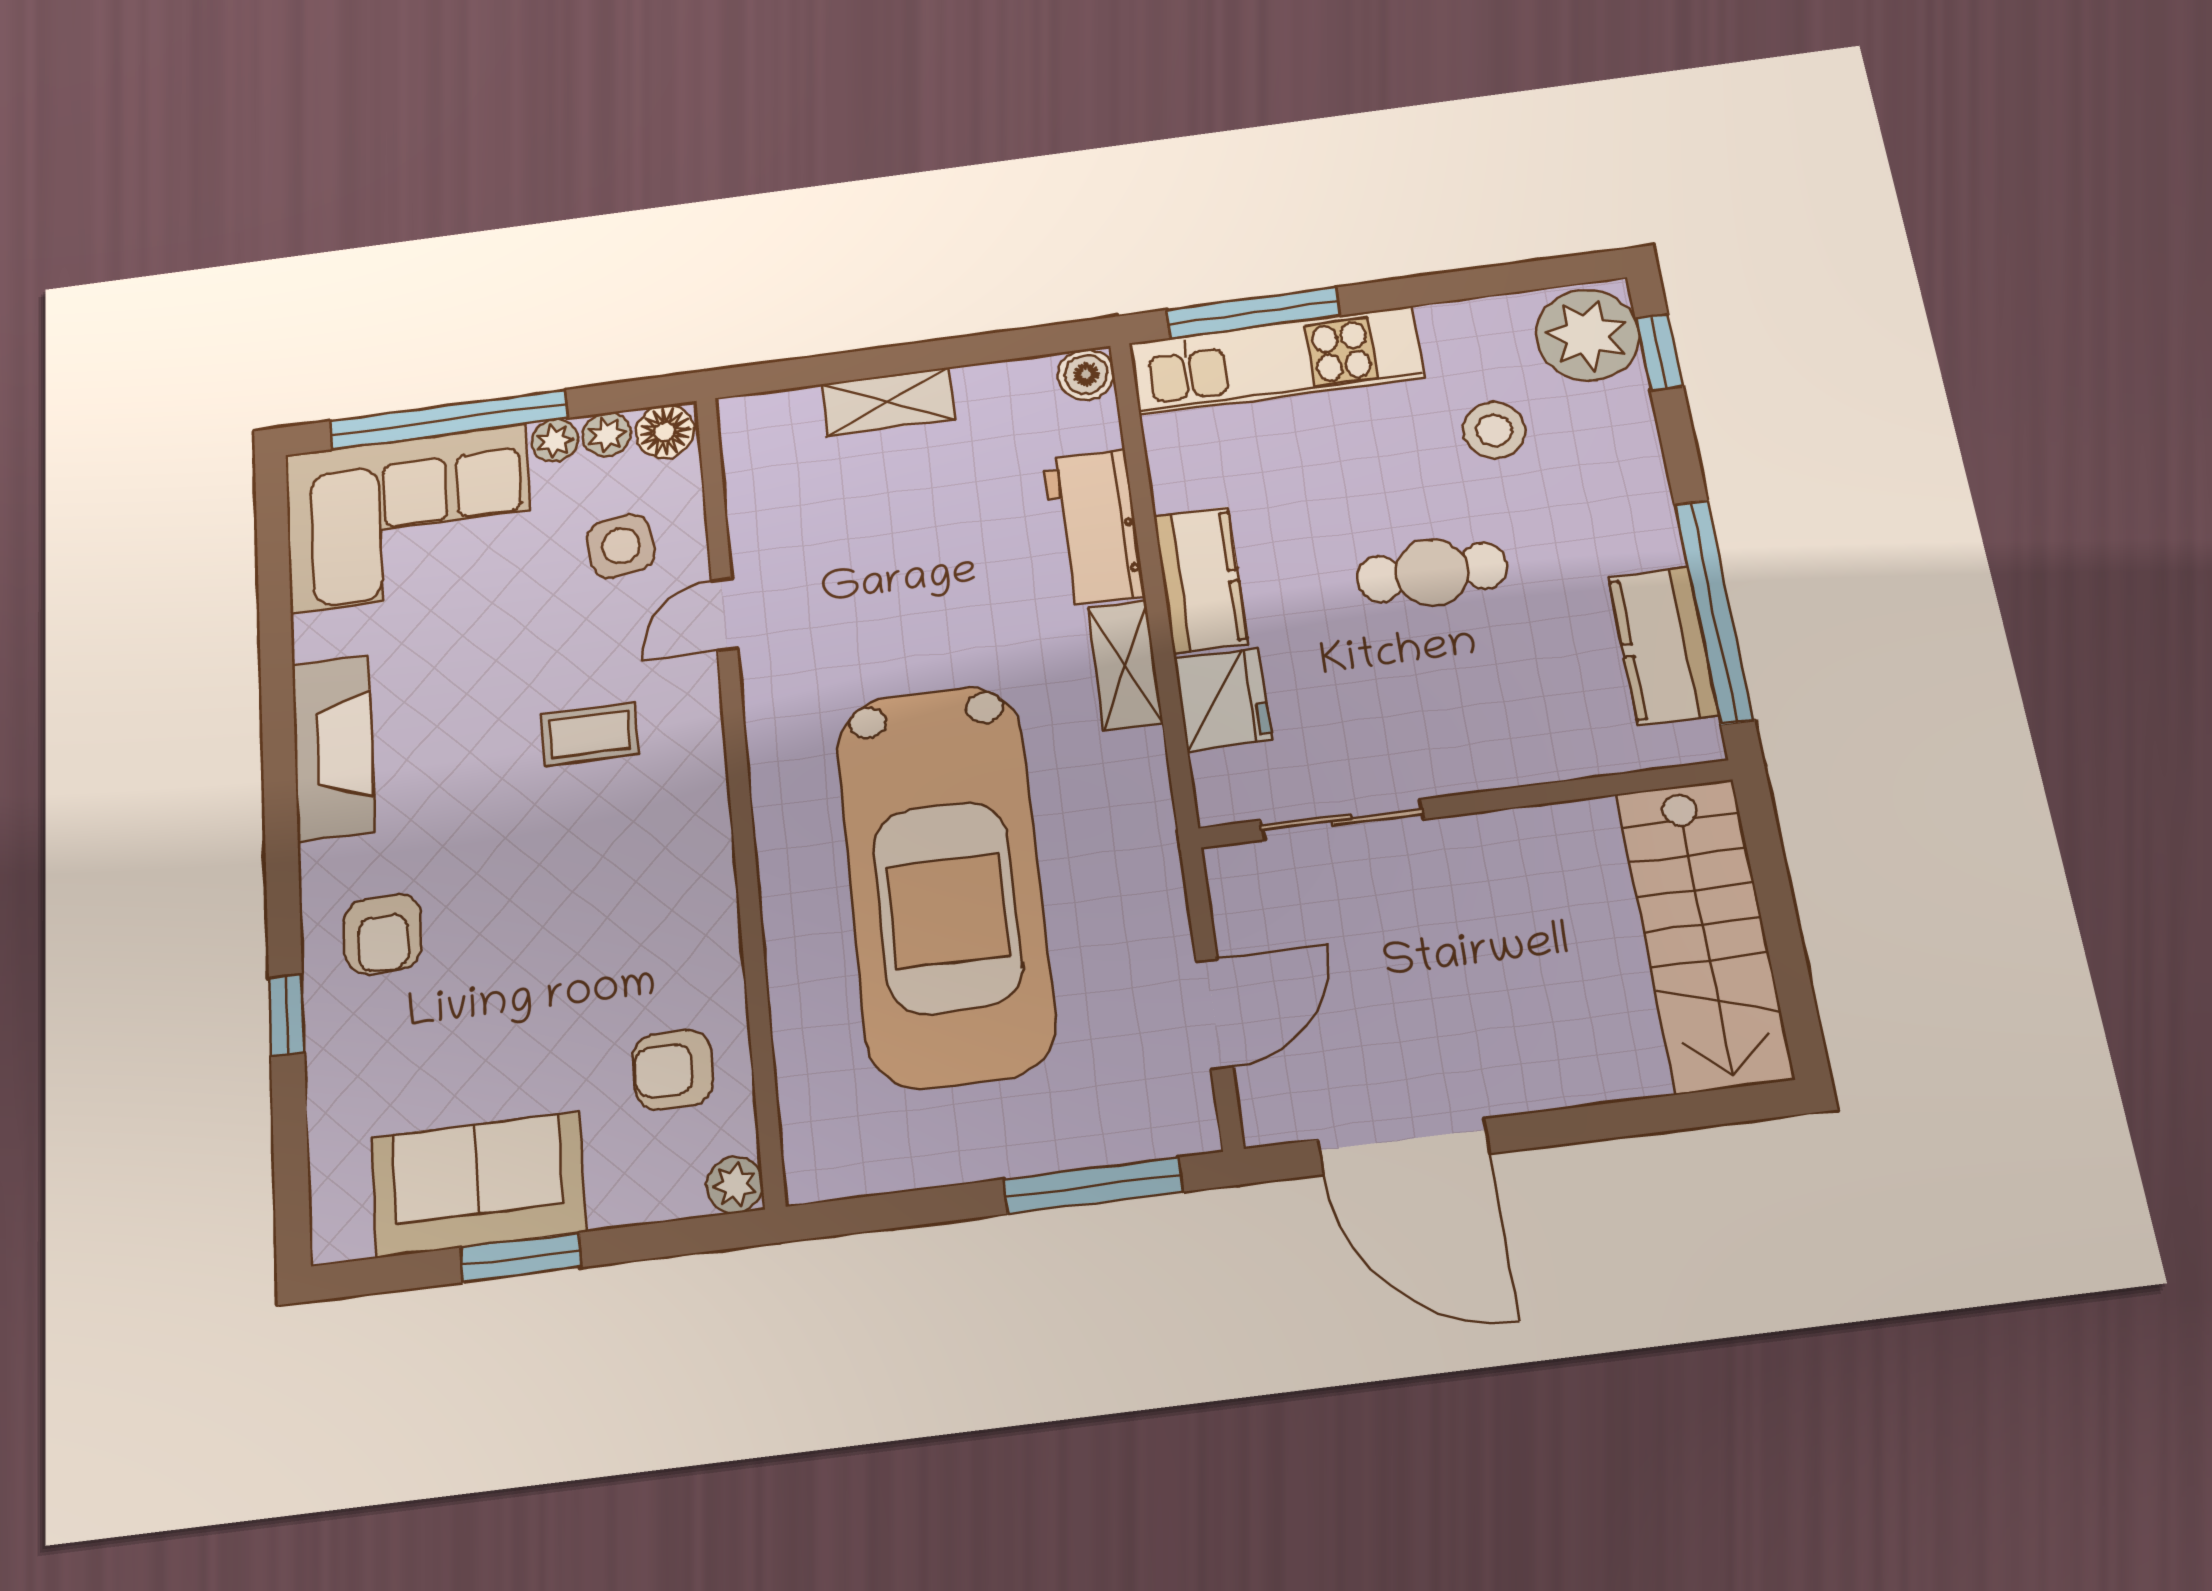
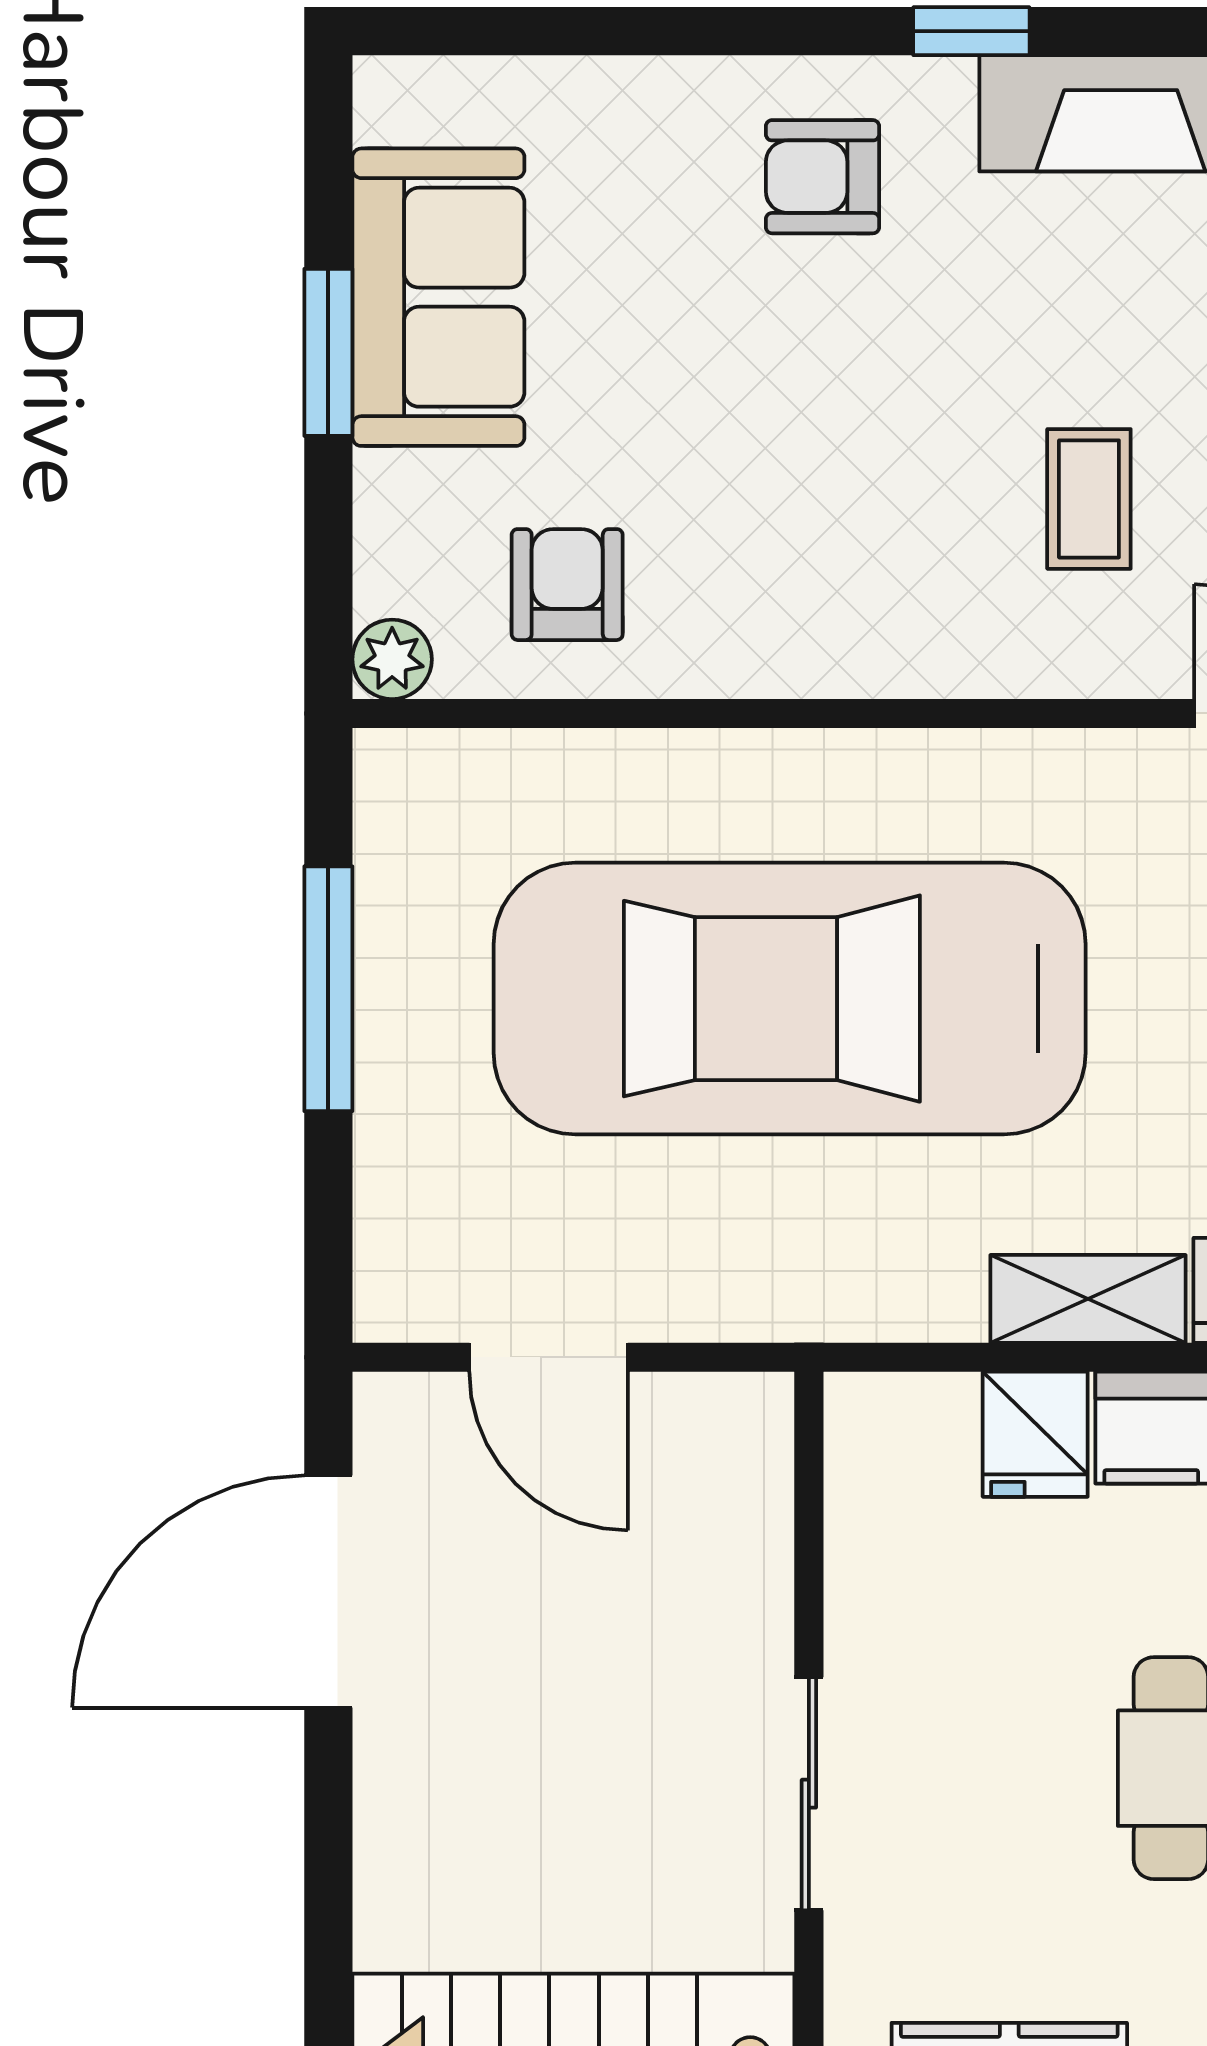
fridge: (1223, 699) -> (1035, 1434), width x0.72
sliding door: (1342, 820) -> (809, 1794), moved
window: (287, 1015) -> (971, 31), moved
window: (1093, 1186) -> (328, 989), moved

